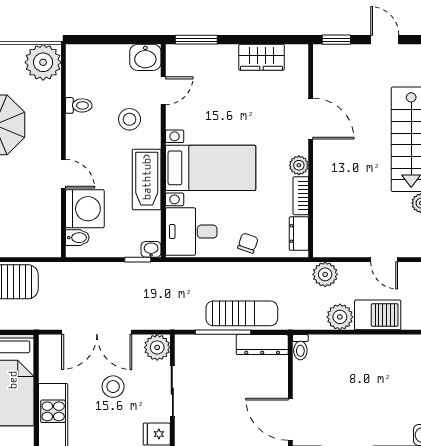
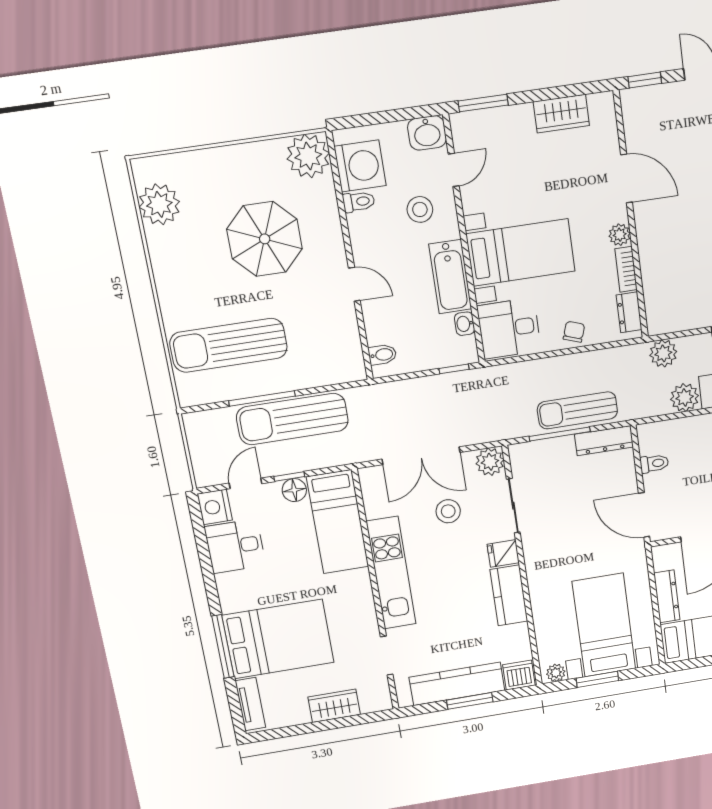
washing machine: (85, 209) -> (360, 166), moved
washbasin: (151, 249) -> (465, 324), moved, turned -90
sun lounger: (242, 313) -> (577, 410), turned 180
toilet: (300, 347) -> (654, 463), moved, turned -90

